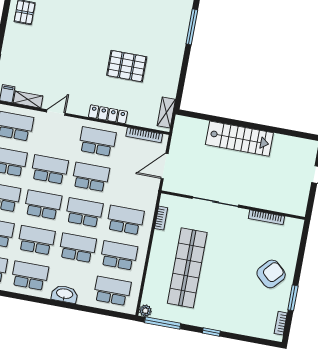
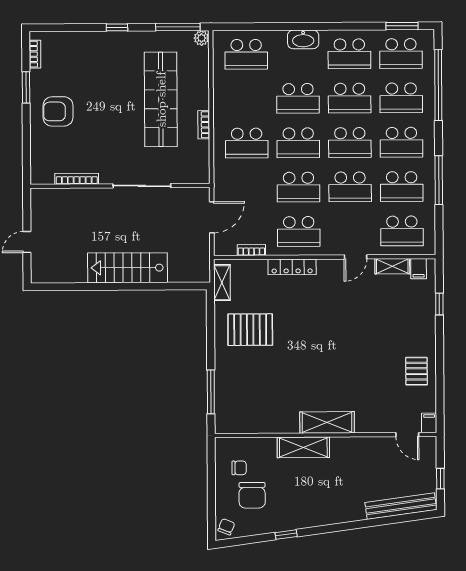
pallet: (127, 66) -> (250, 330), moved
bookcase: (144, 135) -> (251, 250), width x0.64
bookcase: (161, 218) -> (204, 125), moved
school desk: (119, 255) -> (246, 99), removed
armchair: (271, 274) -> (58, 111), turned 48

